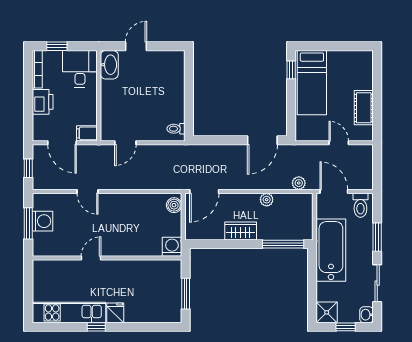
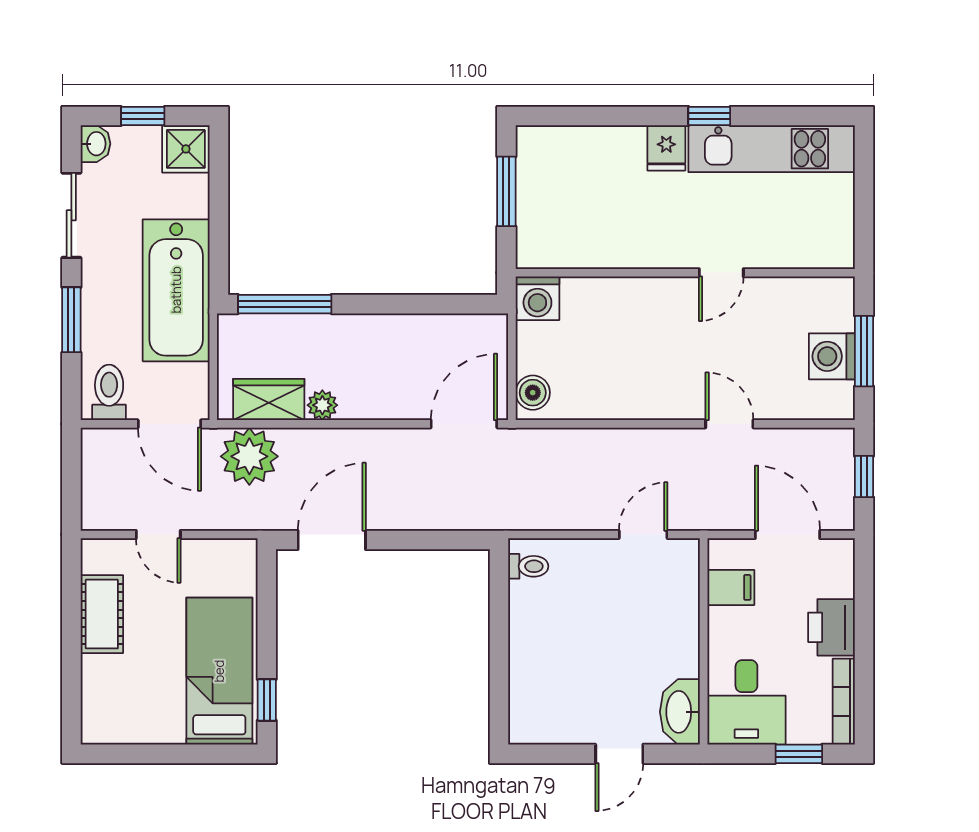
filing cabinet: (87, 133) -> (731, 587), moved
plant: (299, 183) -> (249, 456), width x1.88, depth x1.88
wardrobe: (241, 231) -> (269, 399), moved, turned 180

